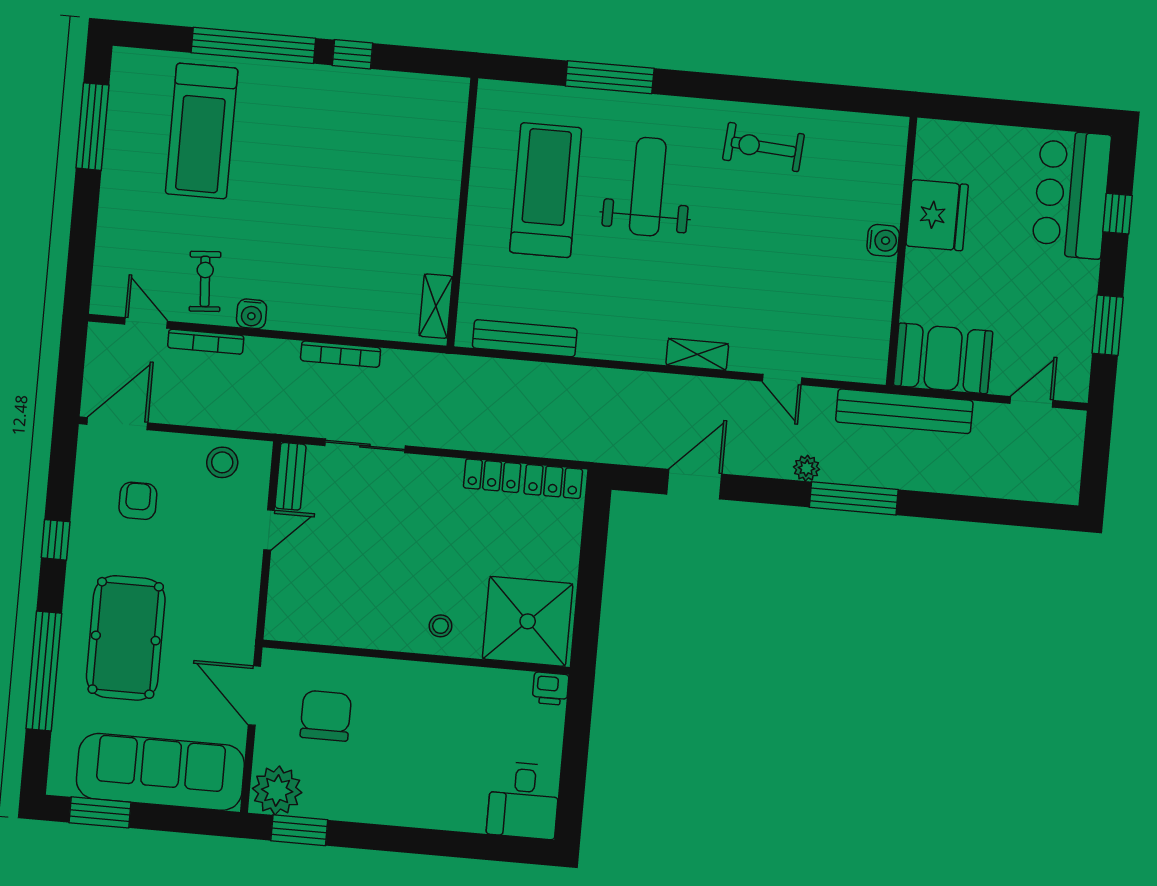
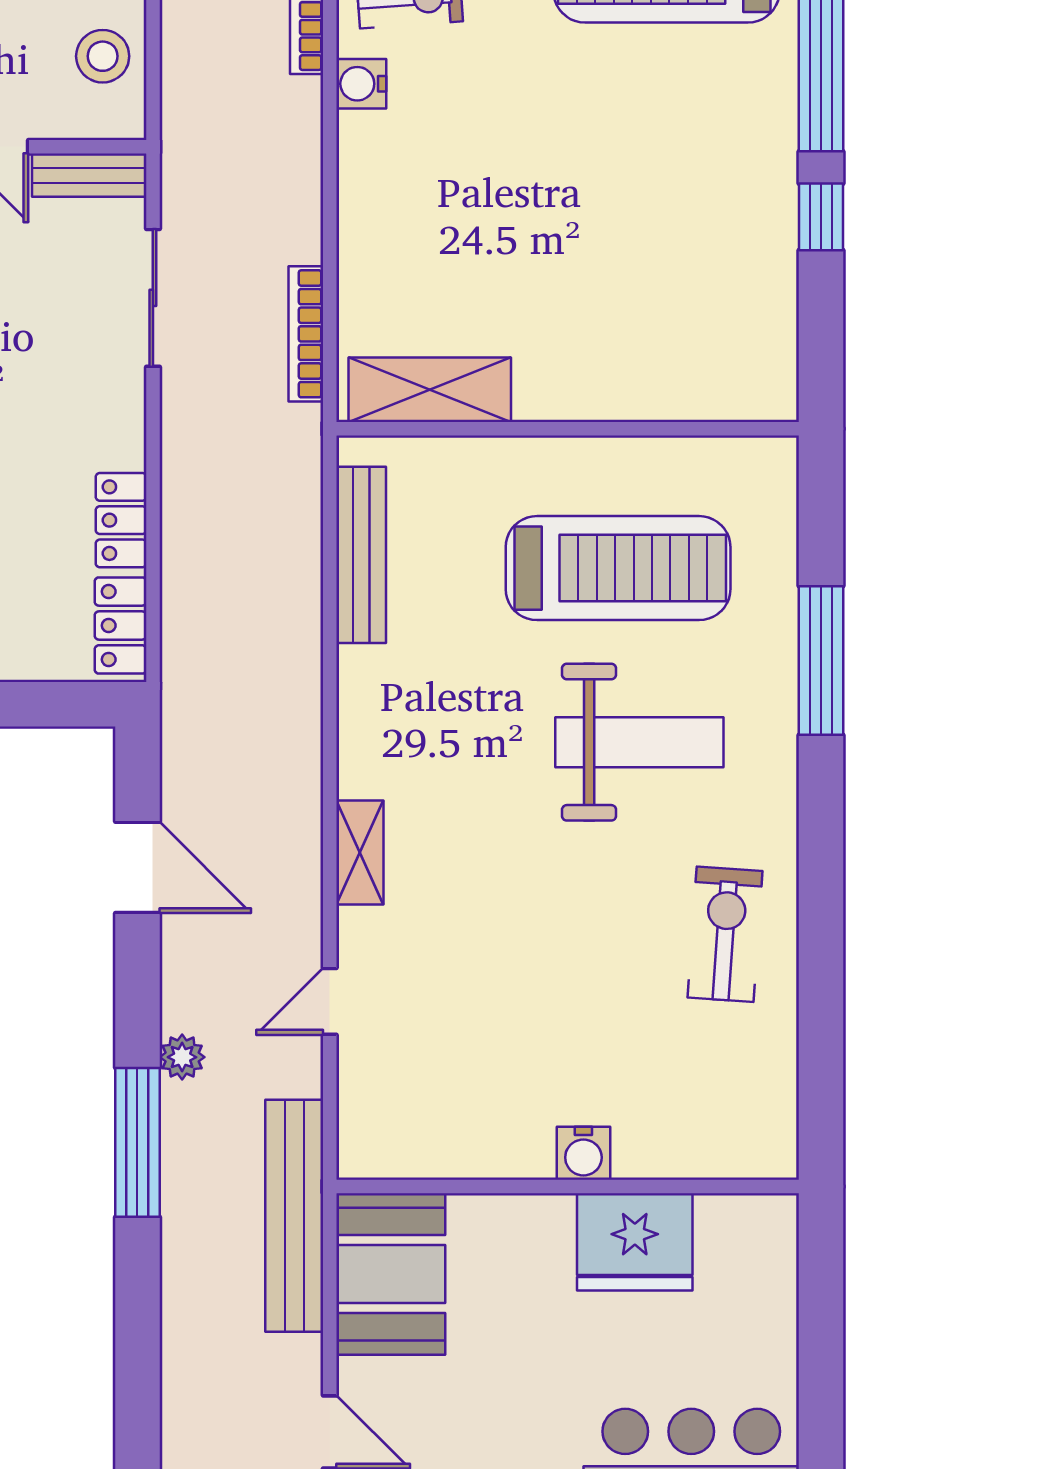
shelving: (436, 306) -> (430, 390), width x1.50, depth x1.33
bookcase: (341, 354) -> (306, 334), moved

